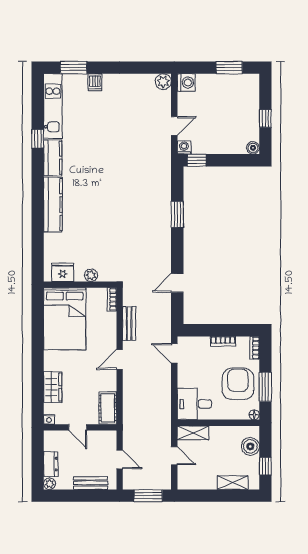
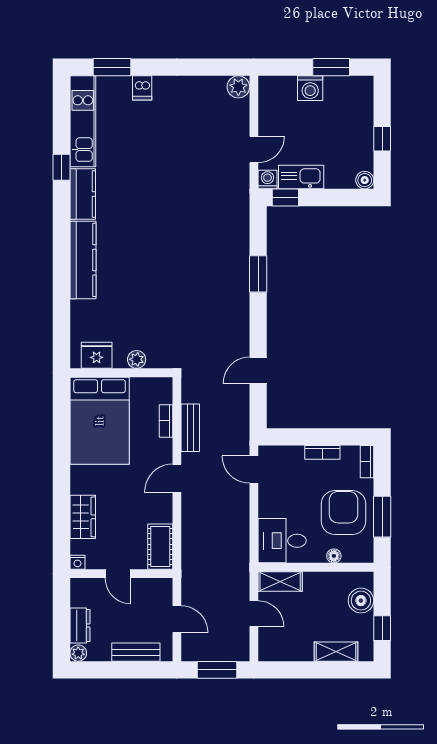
washing machine: (186, 83) -> (310, 88), moved, turned 90
kitchen sink: (208, 146) -> (301, 177), added
bookcase: (112, 299) -> (166, 421), moved
floor lamp: (254, 415) -> (334, 556), moved

